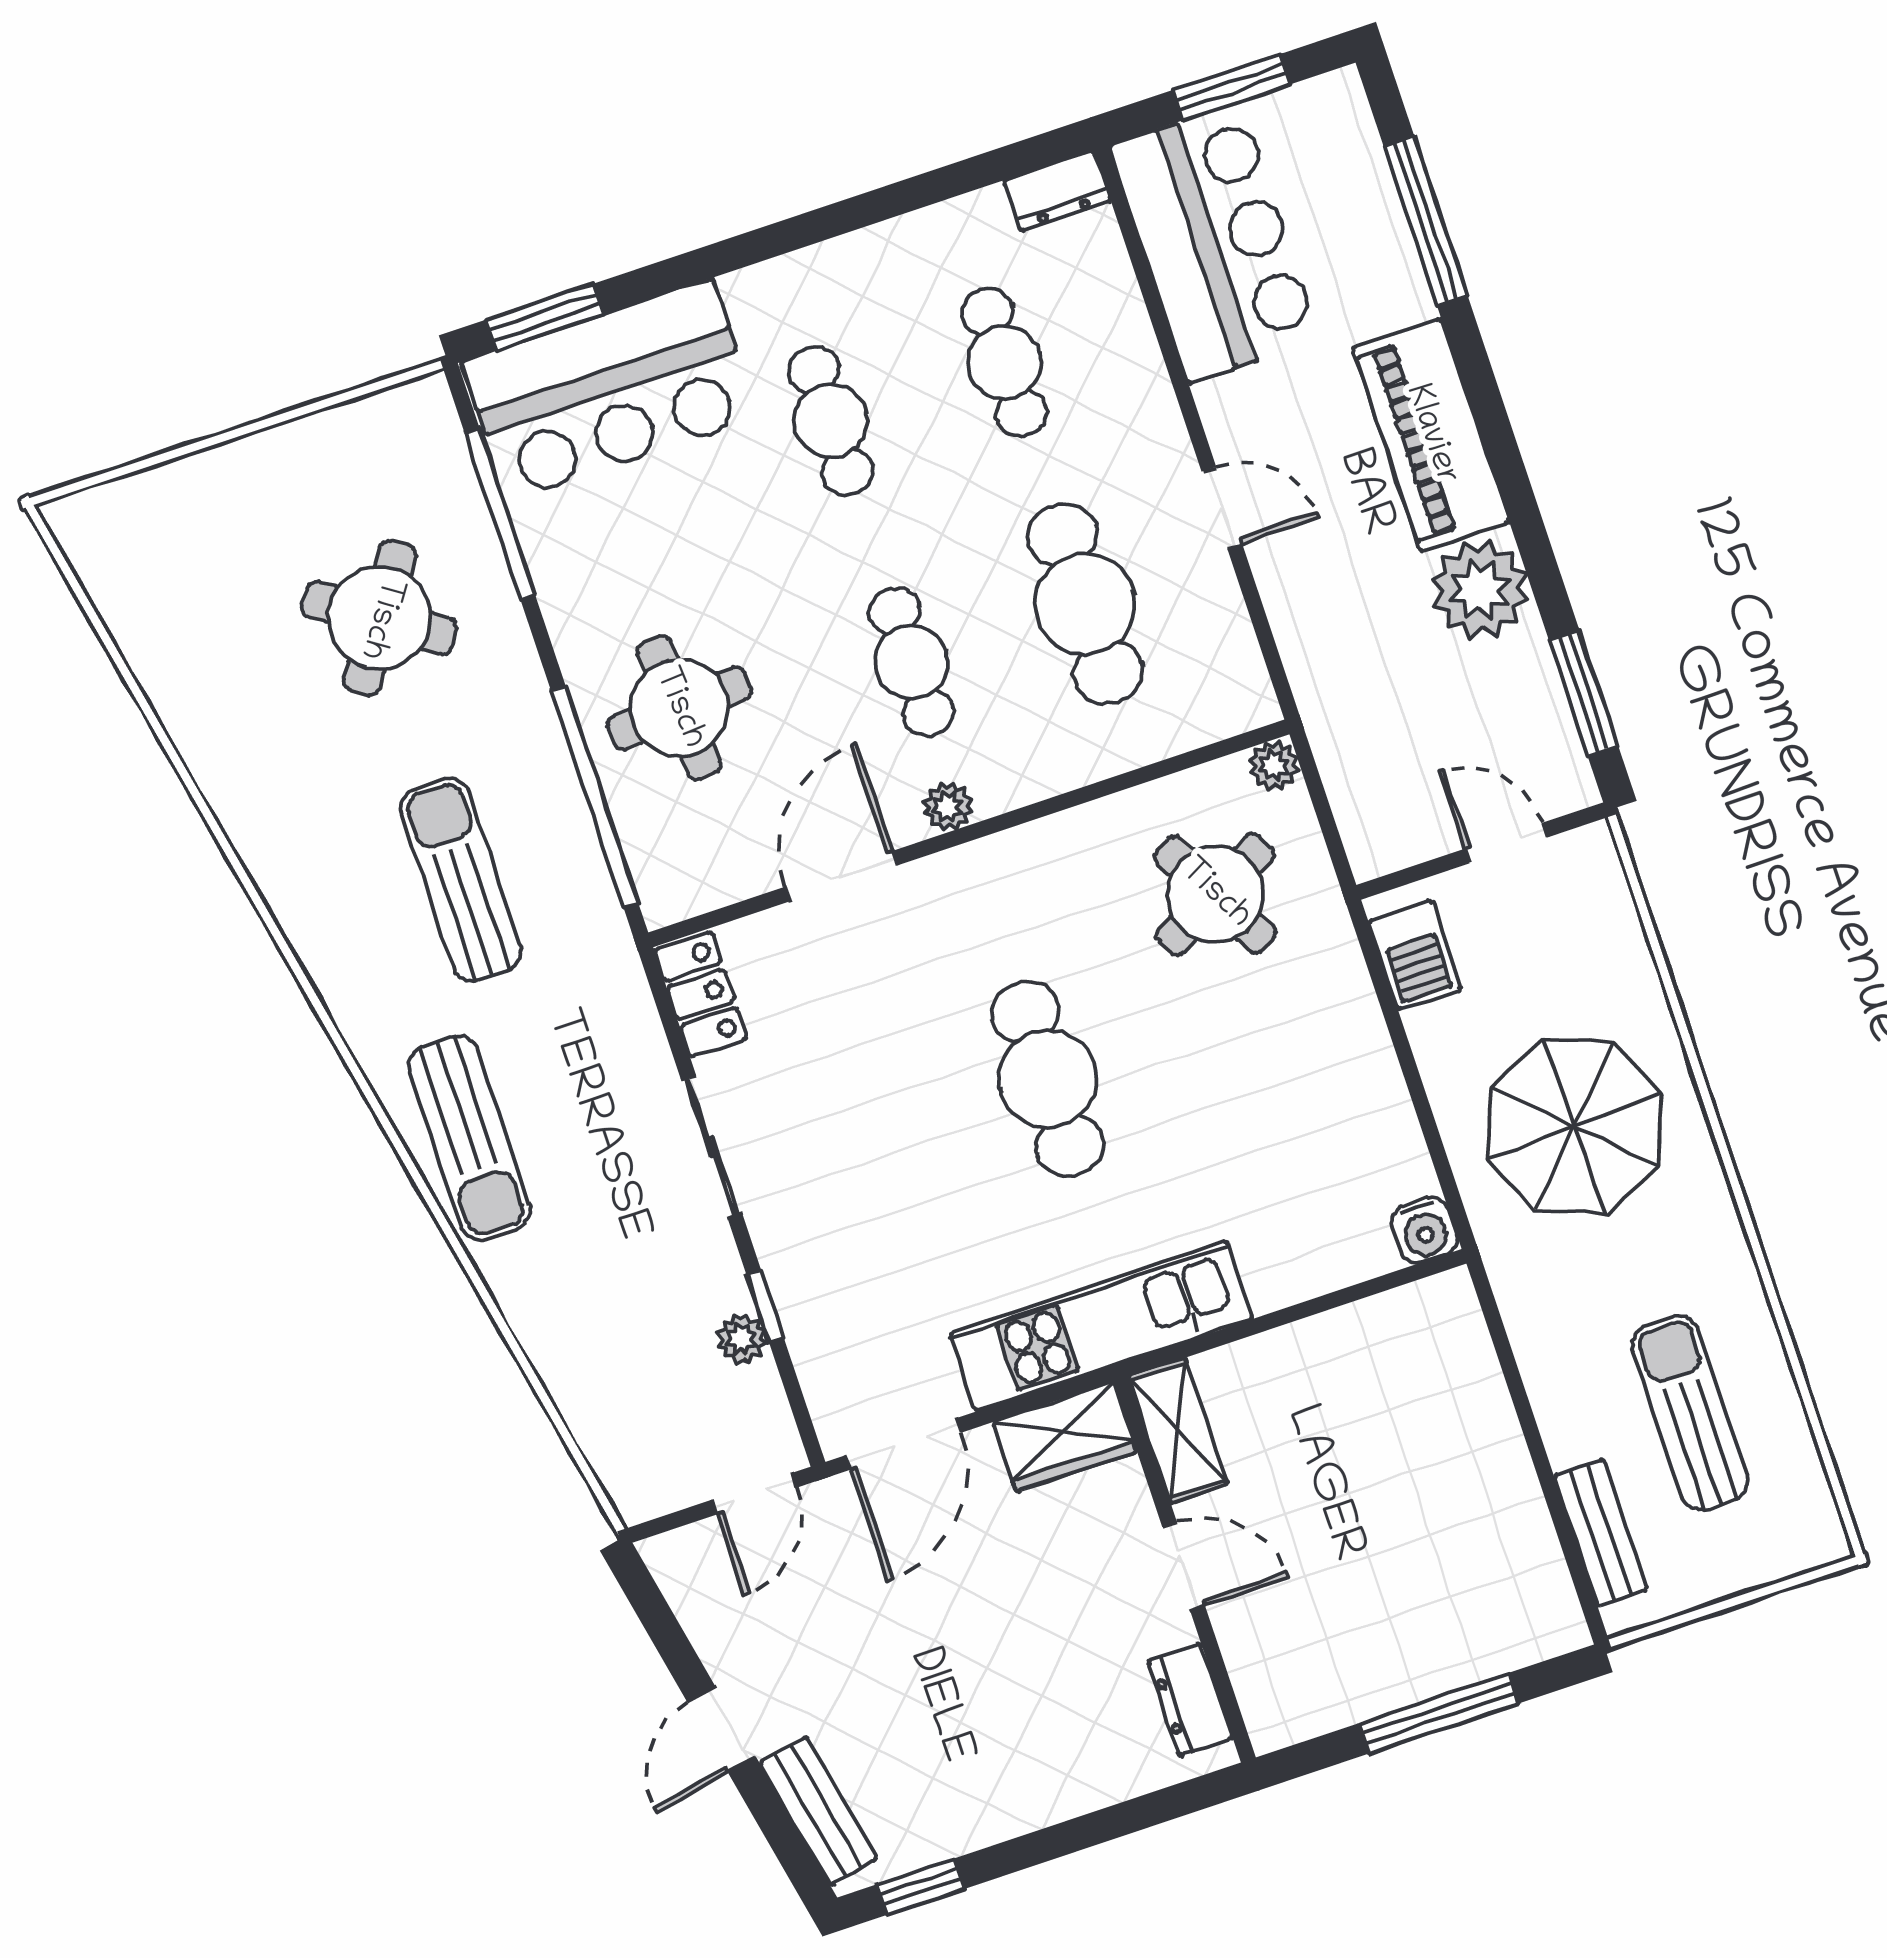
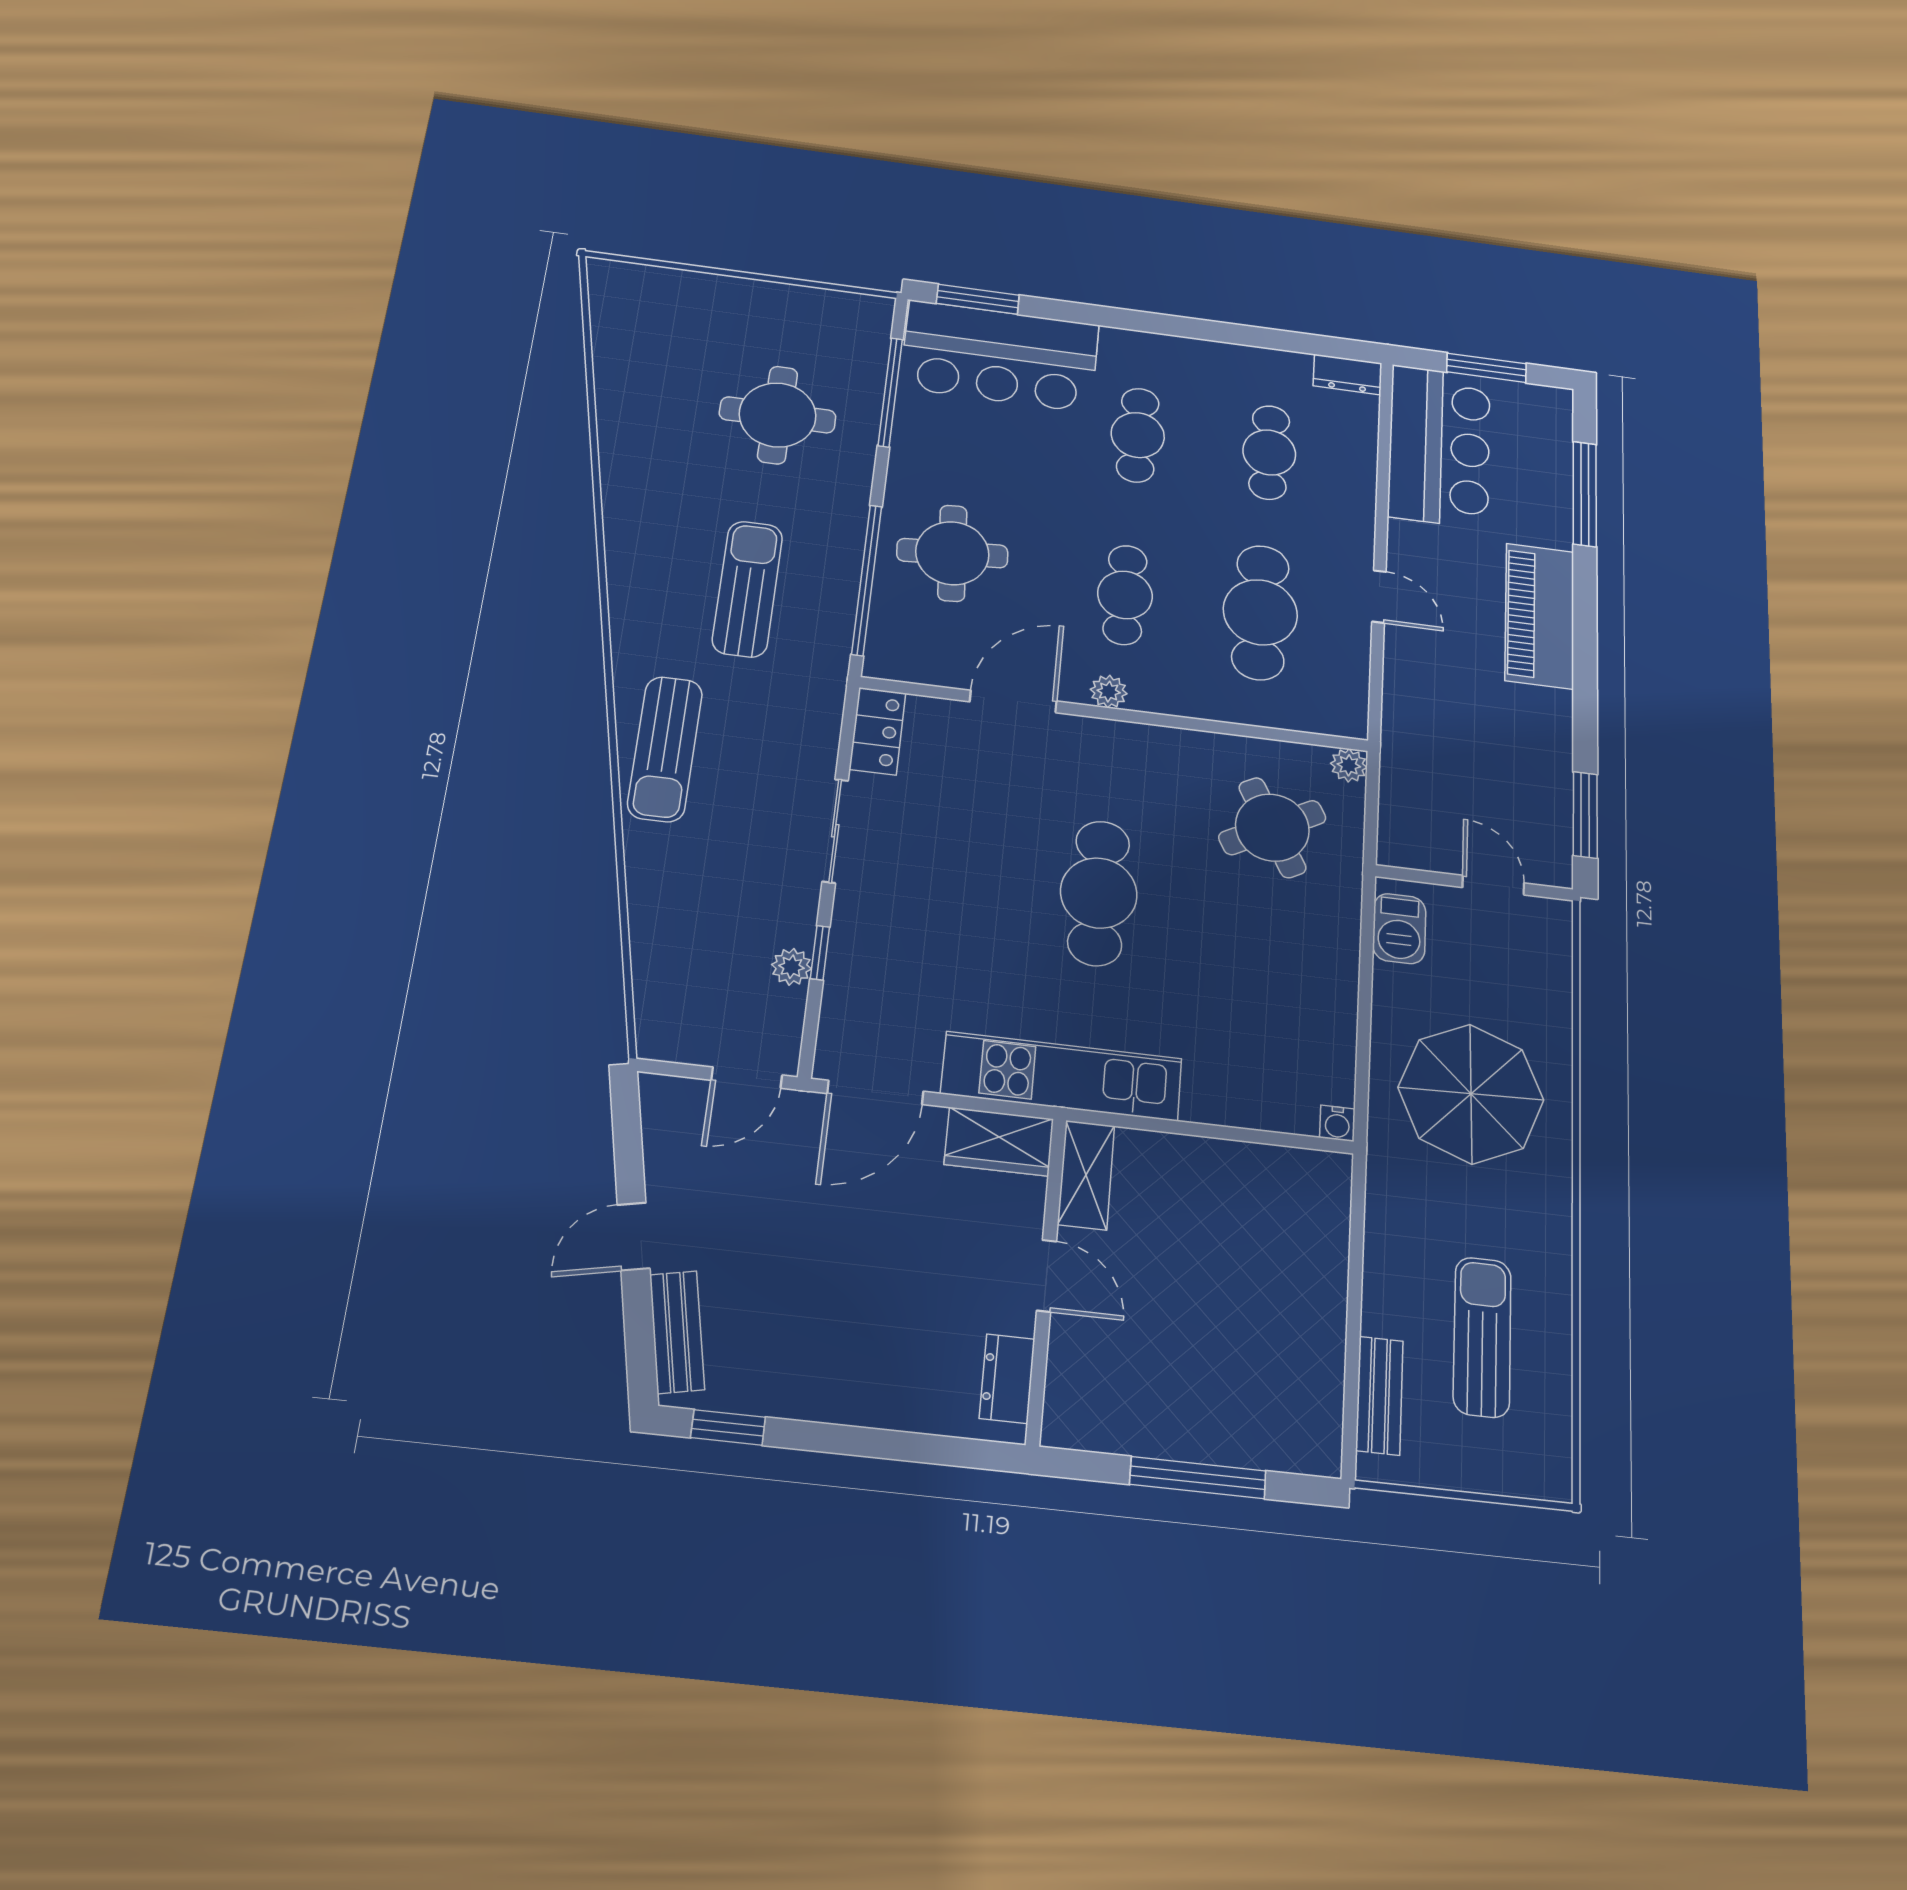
plant: (1480, 590) -> (1537, 721), removed
round table: (380, 618) -> (778, 415), turned -34
water cooler: (1424, 1230) -> (1337, 1123), width x0.72, depth x0.72

